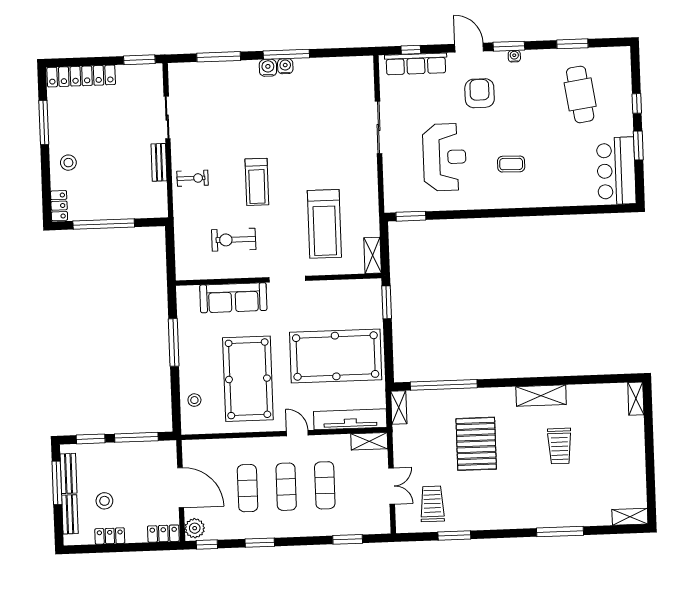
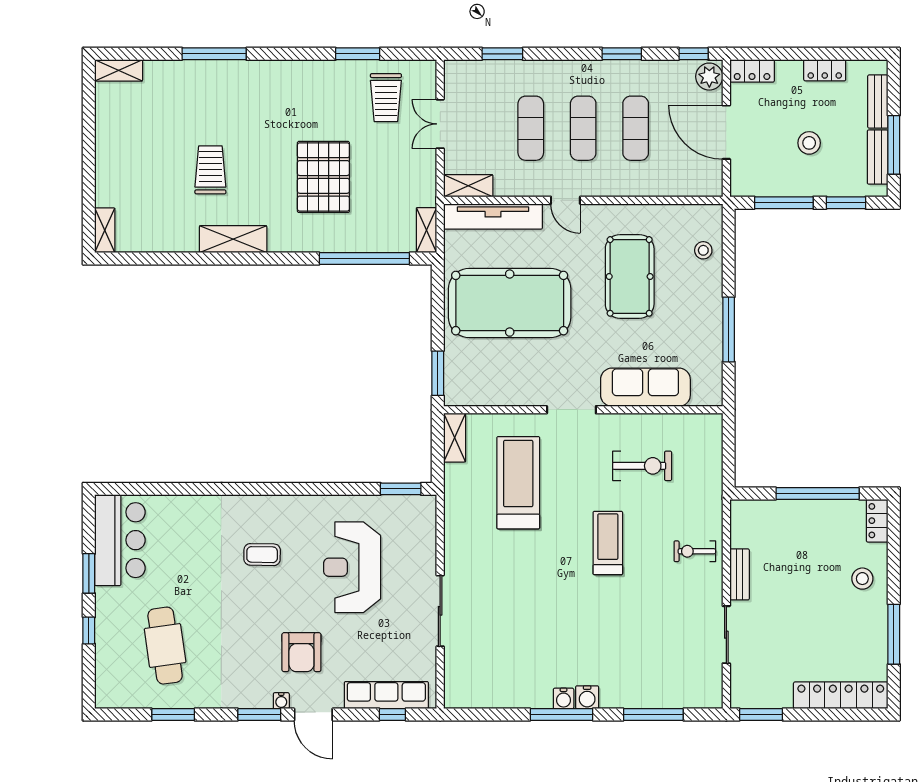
water cooler: (514, 56) -> (281, 701), moved
pool table: (248, 379) -> (630, 276), width x0.73, depth x0.76
stool: (104, 501) -> (809, 143), moved

